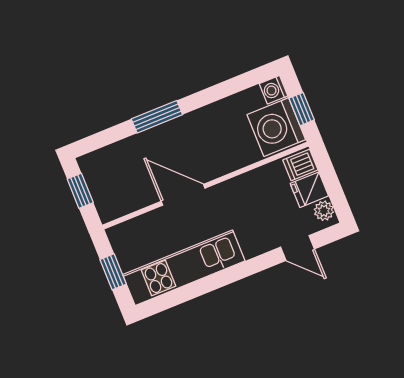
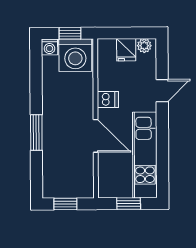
dishwasher: (300, 165) -> (108, 99), moved, turned -90
door: (183, 195) -> (96, 136), swing flipped
door: (297, 248) -> (162, 91), moved

